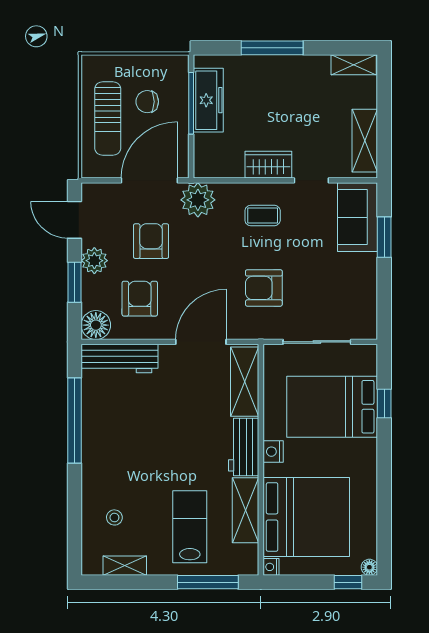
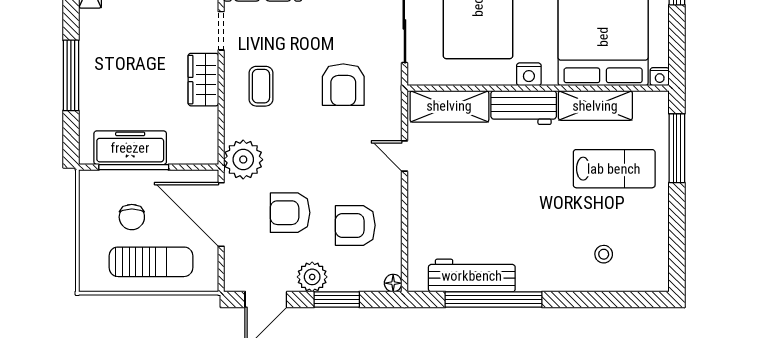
floor lamp: (96, 325) -> (393, 283), width x0.53, depth x0.53
door: (201, 342) -> (404, 156), width x0.53
workbench: (119, 359) -> (472, 276), moved, turned -90
lab bench: (190, 527) -> (614, 169), turned 180
shelving: (125, 566) -> (658, 243), removed

